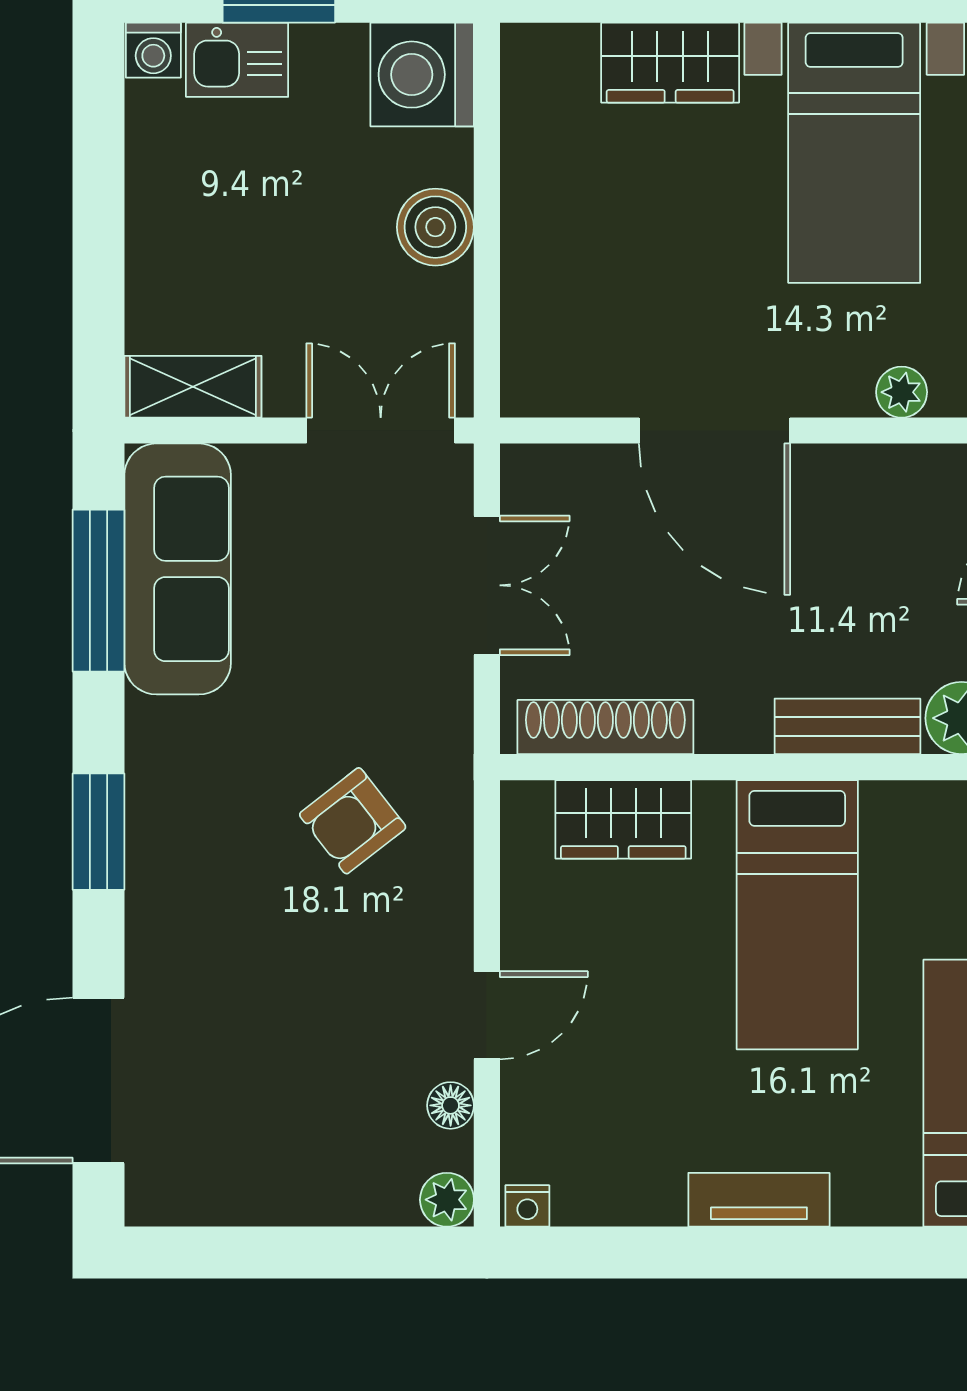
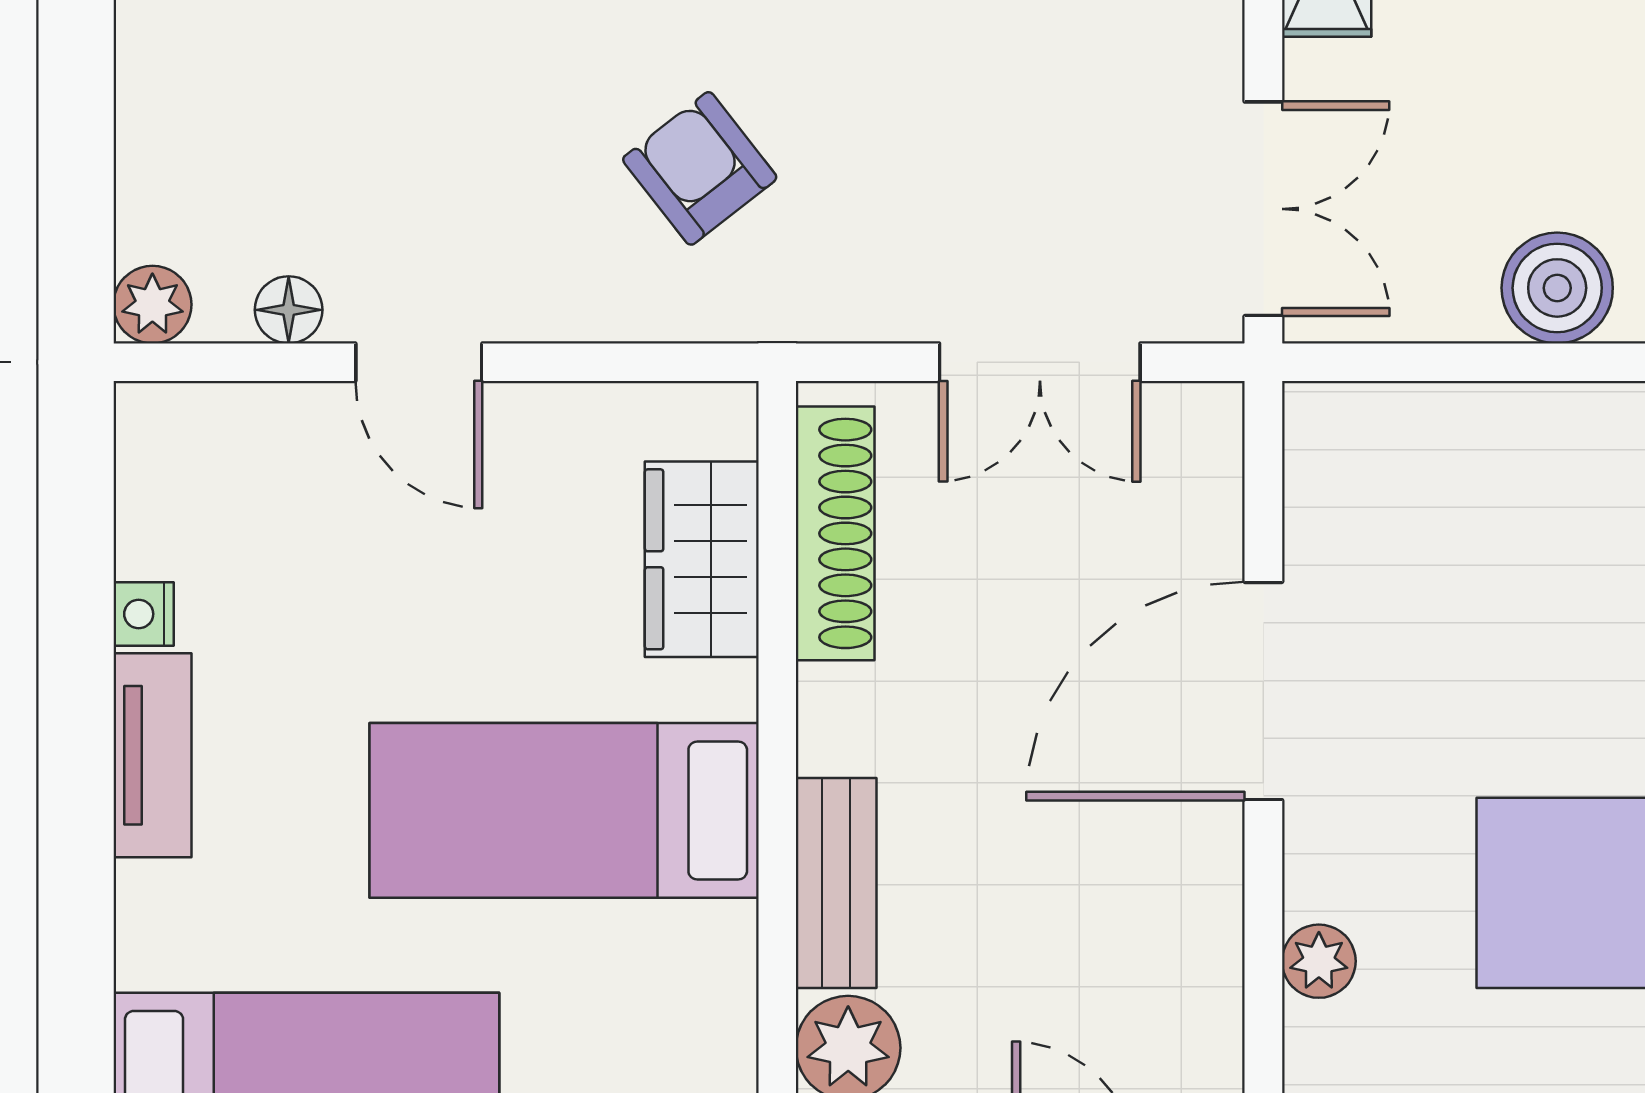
nightstand: (527, 1206) -> (144, 614), moved

